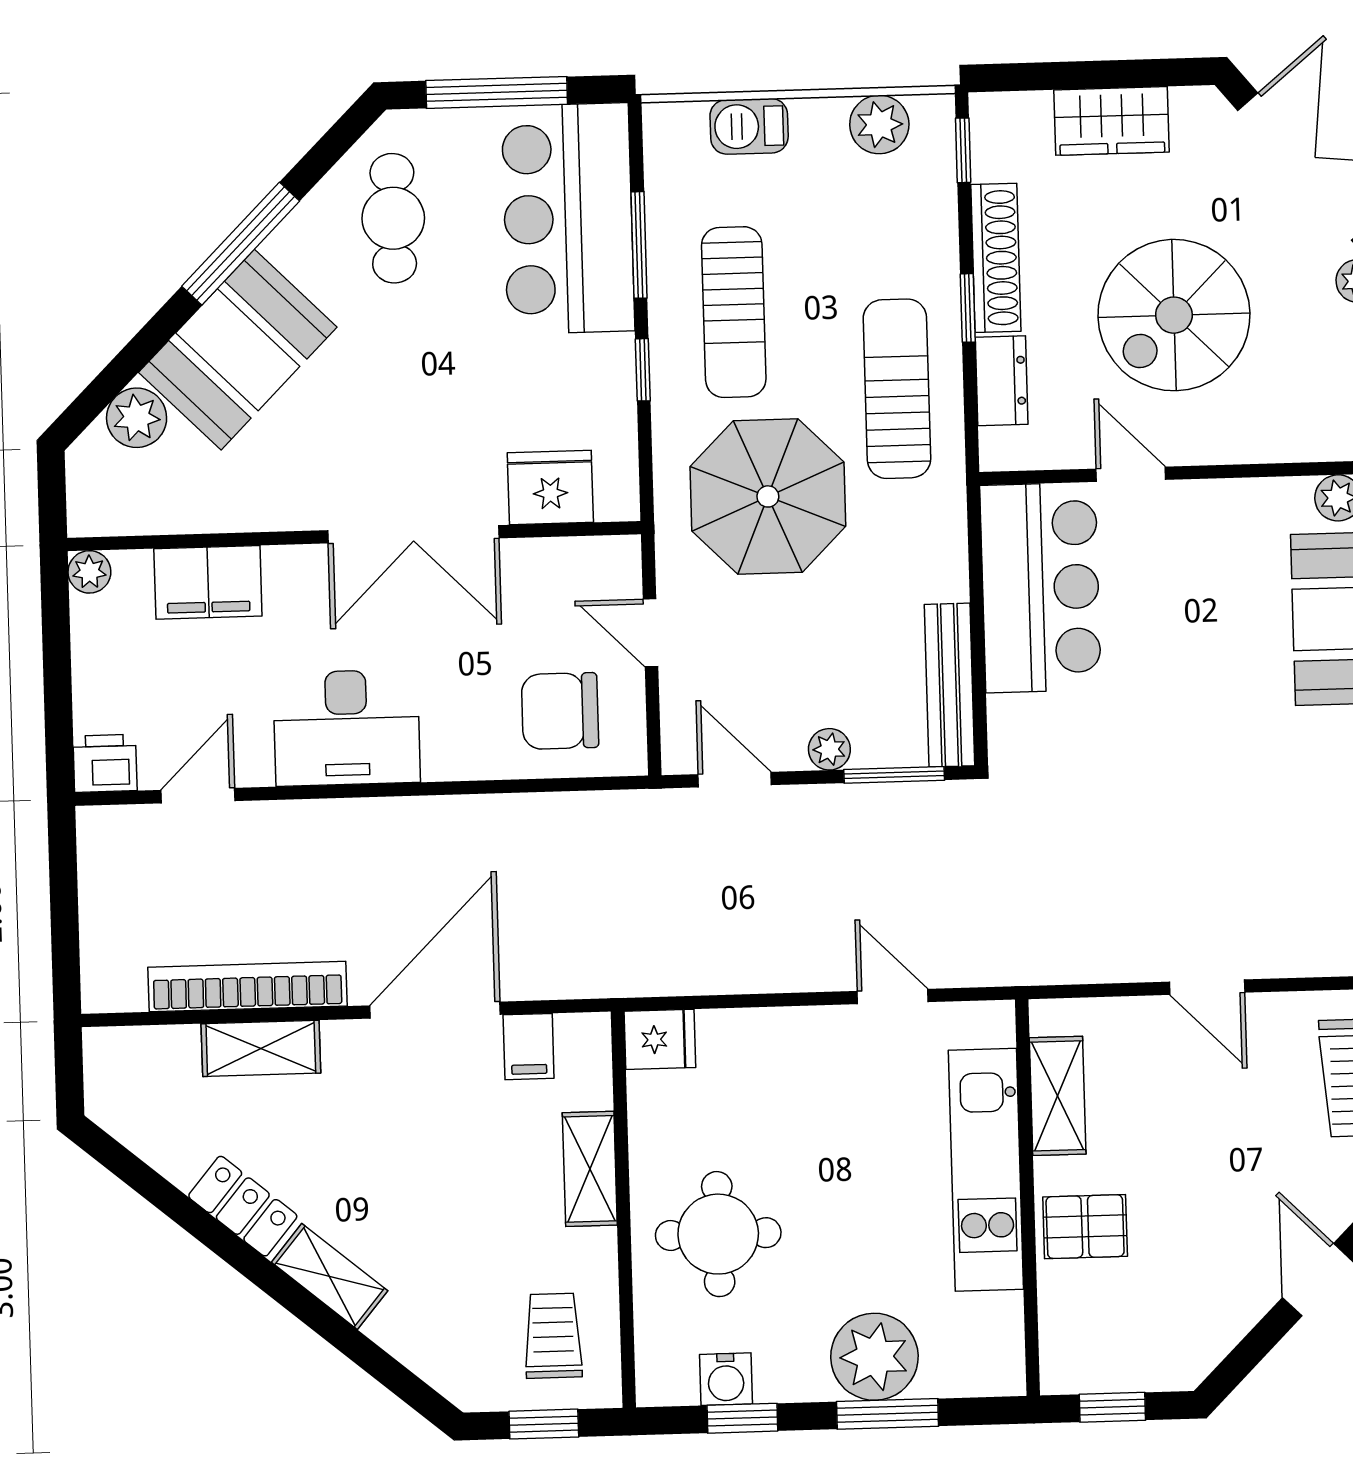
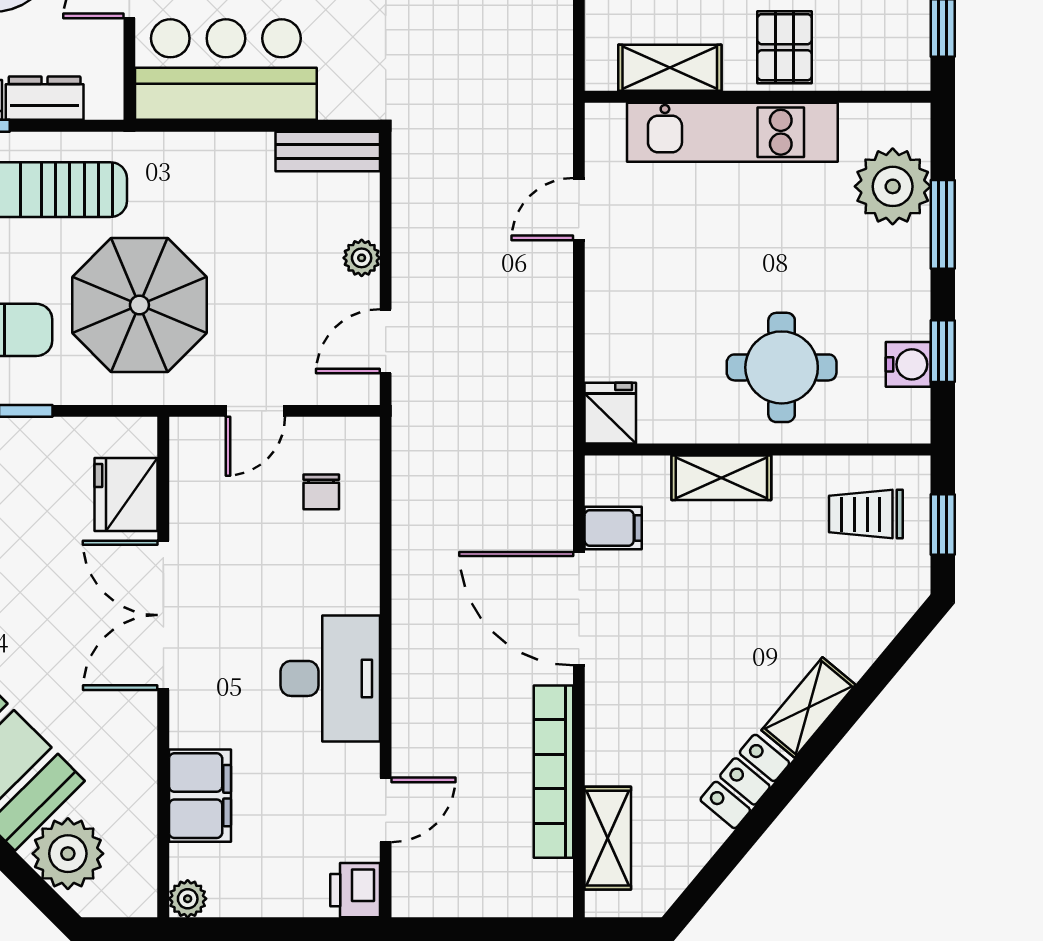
plant: (137, 418) -> (68, 854), width x1.36, depth x1.36
double door: (413, 534) -> (163, 615), swing flipped
bench: (950, 685) -> (328, 151), width x0.73
chair: (560, 711) -> (321, 492), width x0.54, depth x0.54
window: (894, 775) -> (386, 202), removed
door: (198, 796) -> (386, 810), swing flipped
shelving: (261, 1048) -> (608, 838), moved
plant: (874, 1357) -> (893, 186), moved

